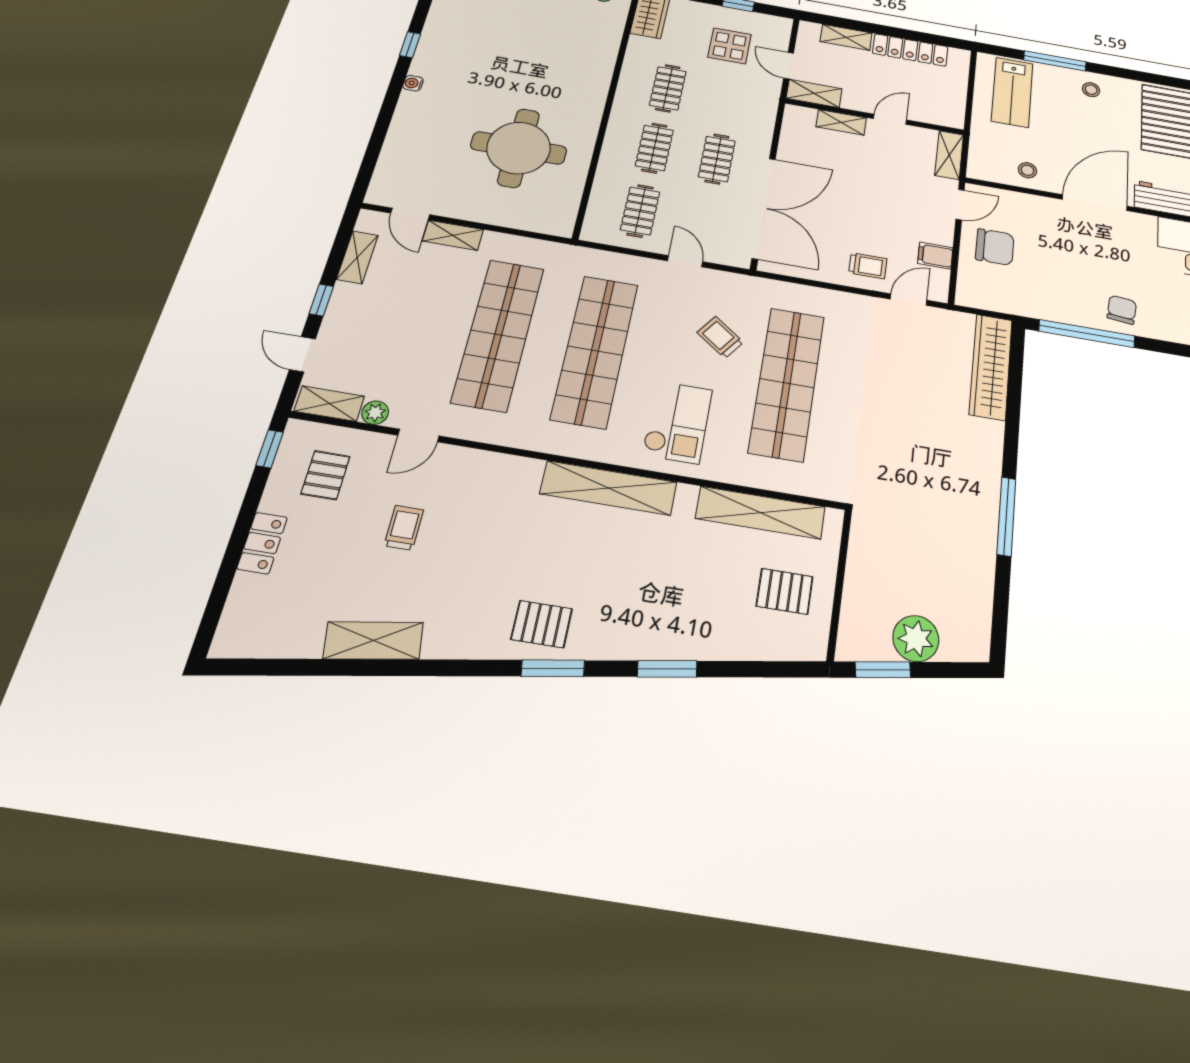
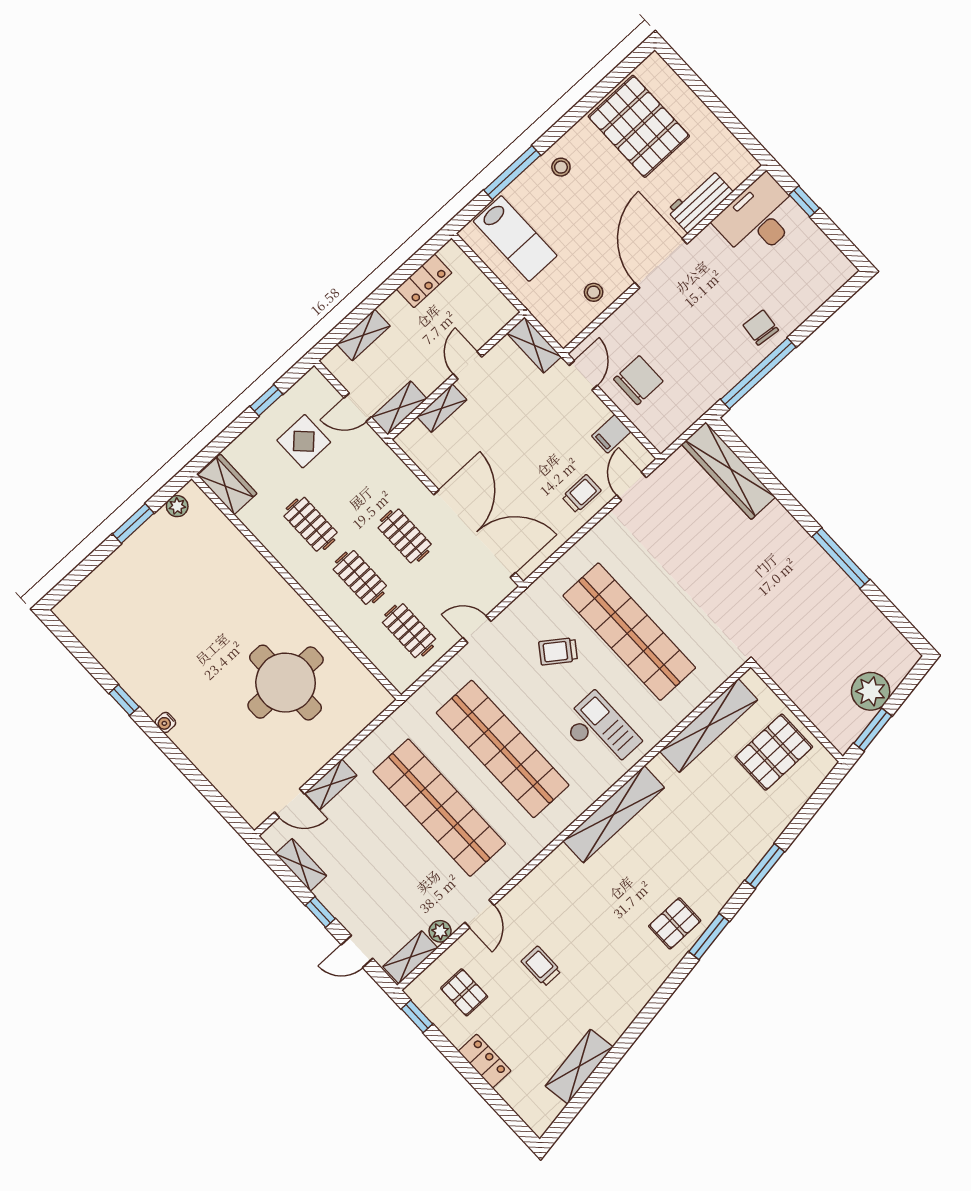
locker: (910, 50) -> (424, 281), width x0.66
pallet: (785, 591) -> (774, 752), width x1.50, depth x1.42
shelving: (373, 640) -> (579, 1067), moved

